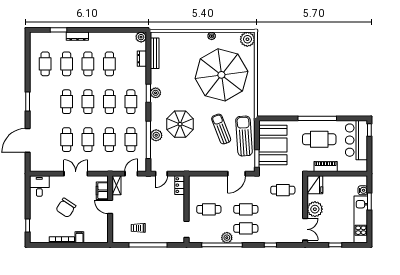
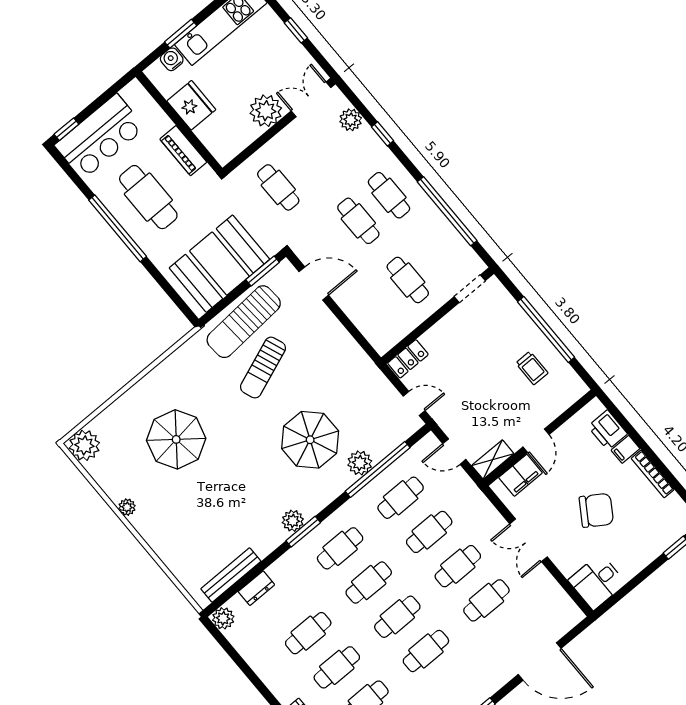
parasol: (221, 75) -> (176, 439), width x0.54, depth x0.54
fridge: (315, 185) -> (191, 105), moved, turned 90
printer: (92, 237) -> (608, 430), added
plant: (227, 238) -> (351, 120), moved

